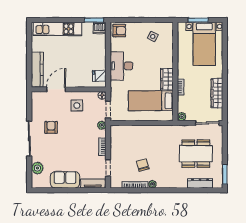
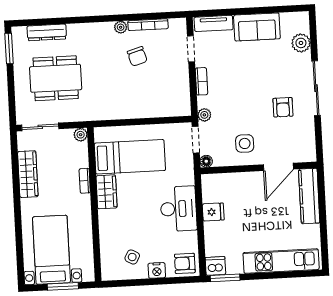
nightstand: (137, 27) -> (157, 270), added
fridge: (99, 76) -> (213, 212), moved

